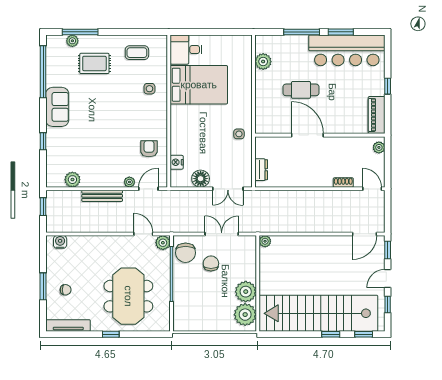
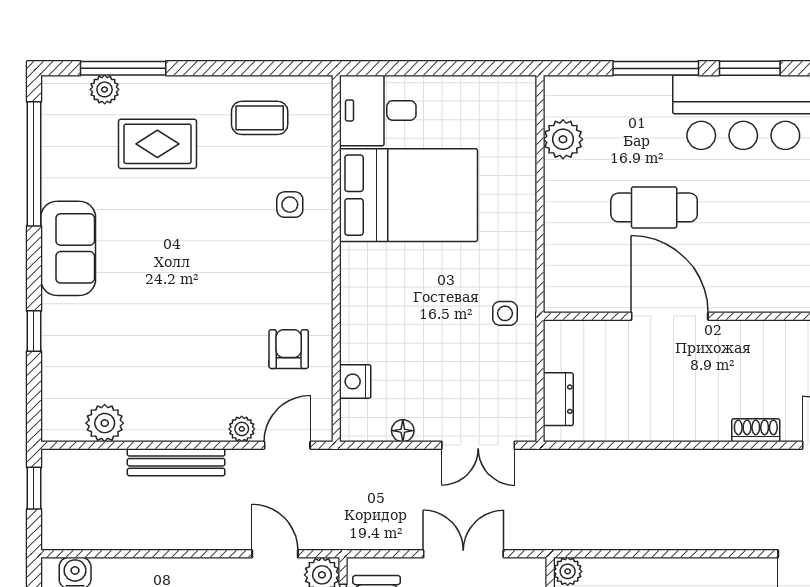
floor lamp: (201, 179) -> (403, 431), width x0.53, depth x0.53

